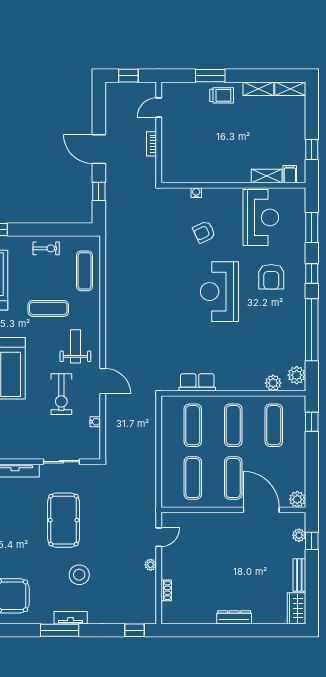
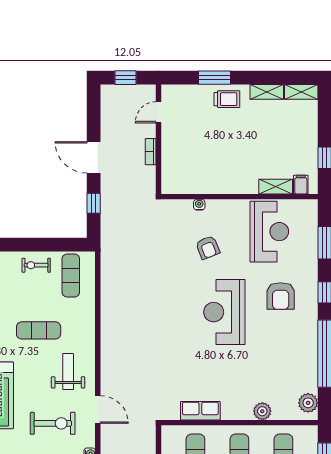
armchair: (204, 232) -> (208, 247), turned -87
exercise bike: (46, 248) -> (36, 265), turned 180
exercise mat: (84, 271) -> (71, 275), moved
plant: (273, 383) -> (262, 411), moved
exercise bike: (61, 394) -> (53, 423), turned -90

